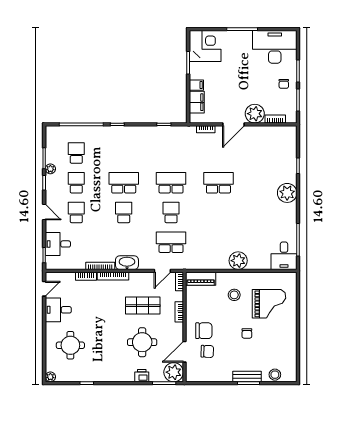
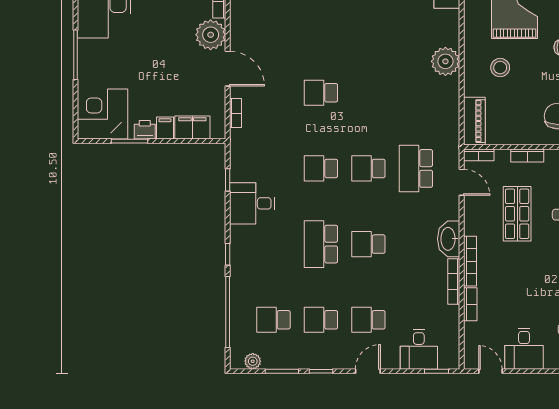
printer: (195, 72) -> (145, 130), added
desk: (149, 140) -> (252, 203), added
plant: (50, 169) -> (253, 361), moved
school desk: (171, 183) -> (321, 168), width x0.54
school desk: (218, 183) -> (321, 93), width x0.54

